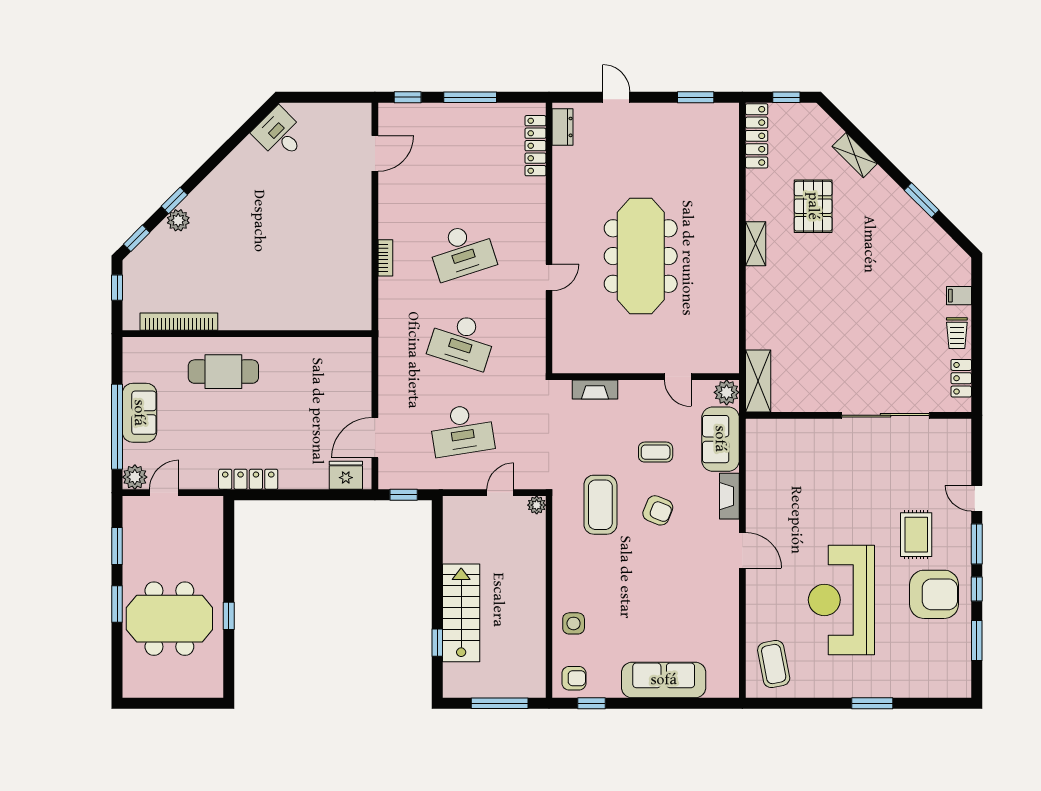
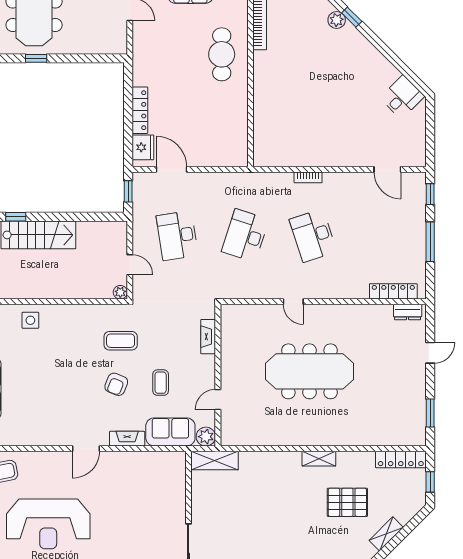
locker: (248, 479) -> (140, 110), moved
coffee table: (600, 505) -> (121, 341), width x0.73, depth x0.76
reception desk: (841, 600) -> (48, 524), turned 180

